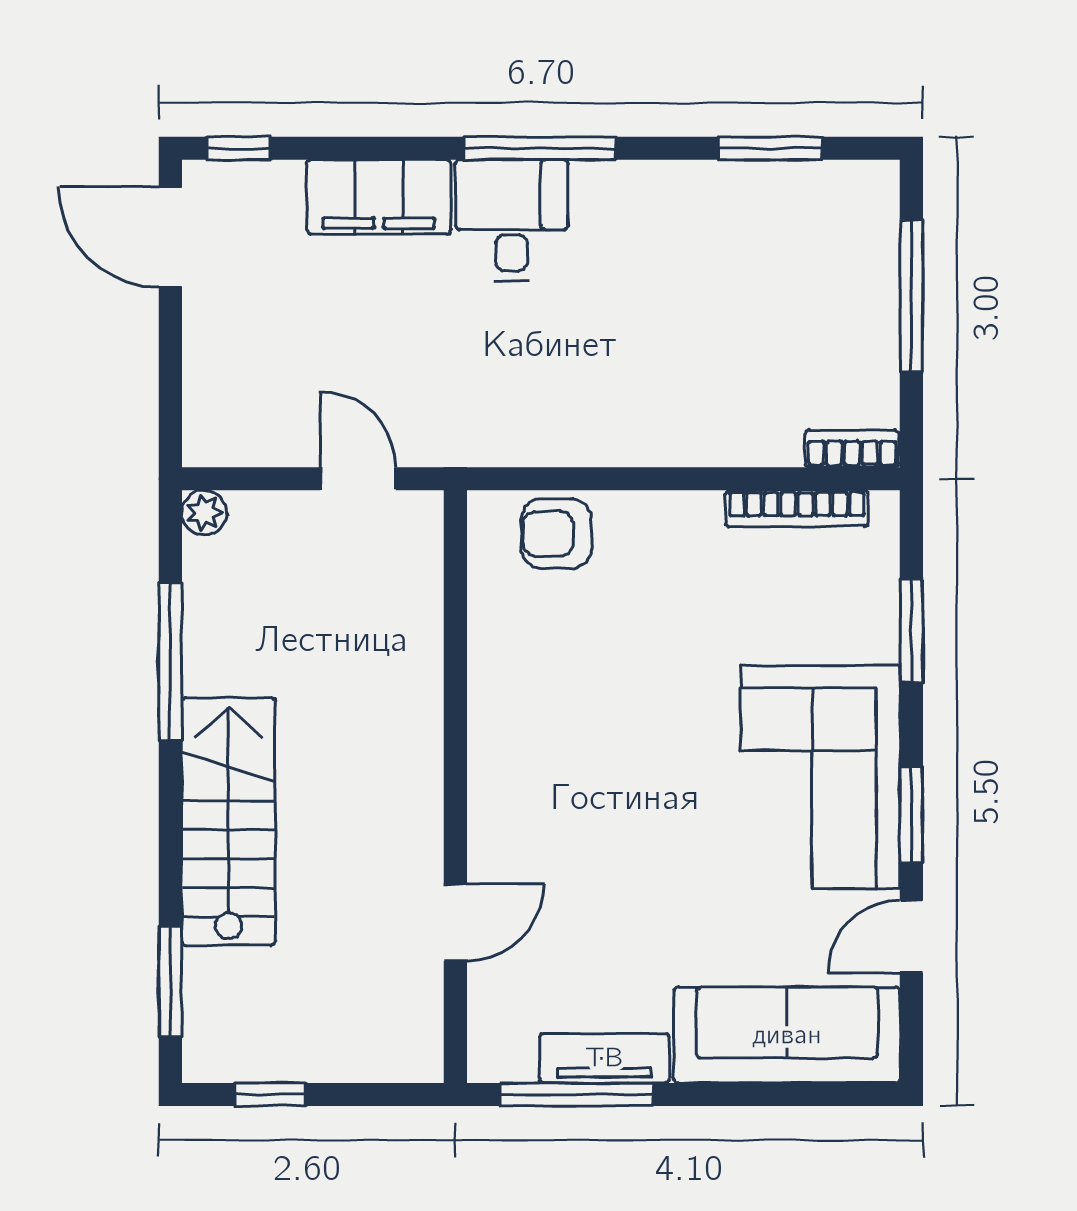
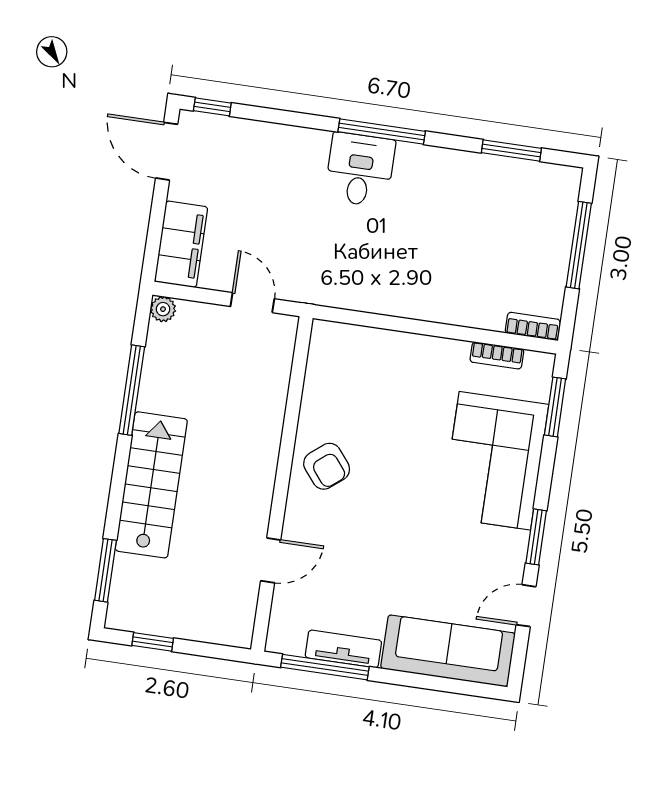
filing cabinet: (379, 197) -> (181, 244), moved, turned -90
bookcase: (797, 508) -> (497, 355), width x0.64
armchair: (556, 534) -> (327, 466), moved, turned -129
window: (911, 631) -> (555, 407), moved
corner sofa: (820, 777) -> (495, 461), moved

